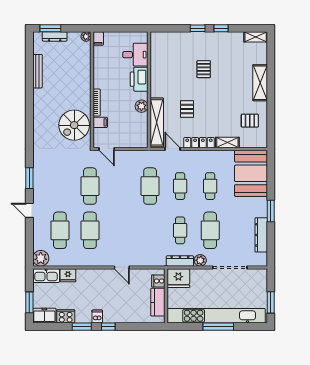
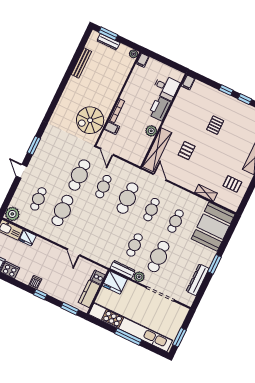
filing cabinet: (155, 39) -> (188, 82), added
locker: (199, 143) -> (183, 182), removed
cafe table: (120, 186) -> (103, 187), added
cafe table: (60, 230) -> (38, 199), width x0.73, depth x0.74
window: (82, 327) -> (70, 309), moved

